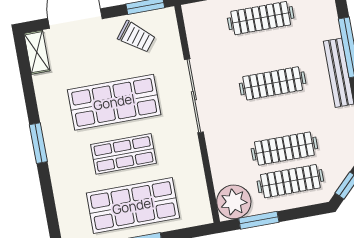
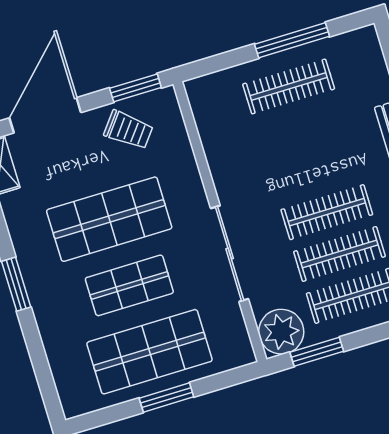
clothes rail: (273, 83) -> (327, 212), moved
sliding door: (194, 96) -> (230, 254), moved

